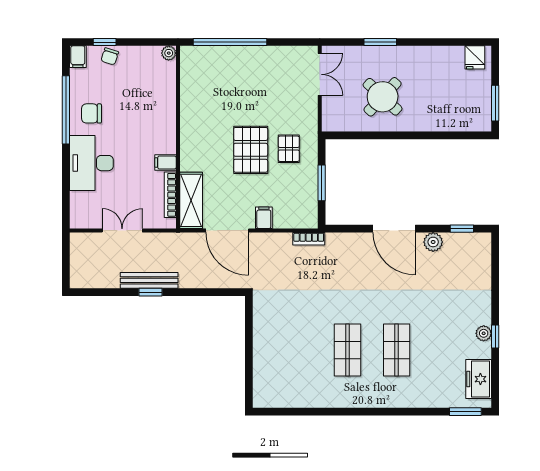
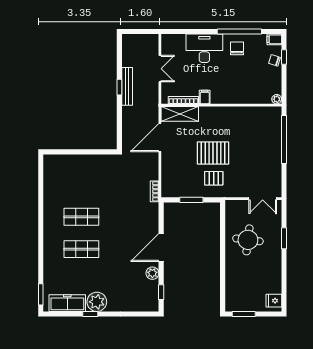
round table: (383, 97) -> (248, 240), turned -36
filing cabinet: (264, 218) -> (168, 162), removed
plant: (484, 333) -> (97, 302), width x1.88, depth x1.88
freezer: (479, 379) -> (67, 303), width x1.40

